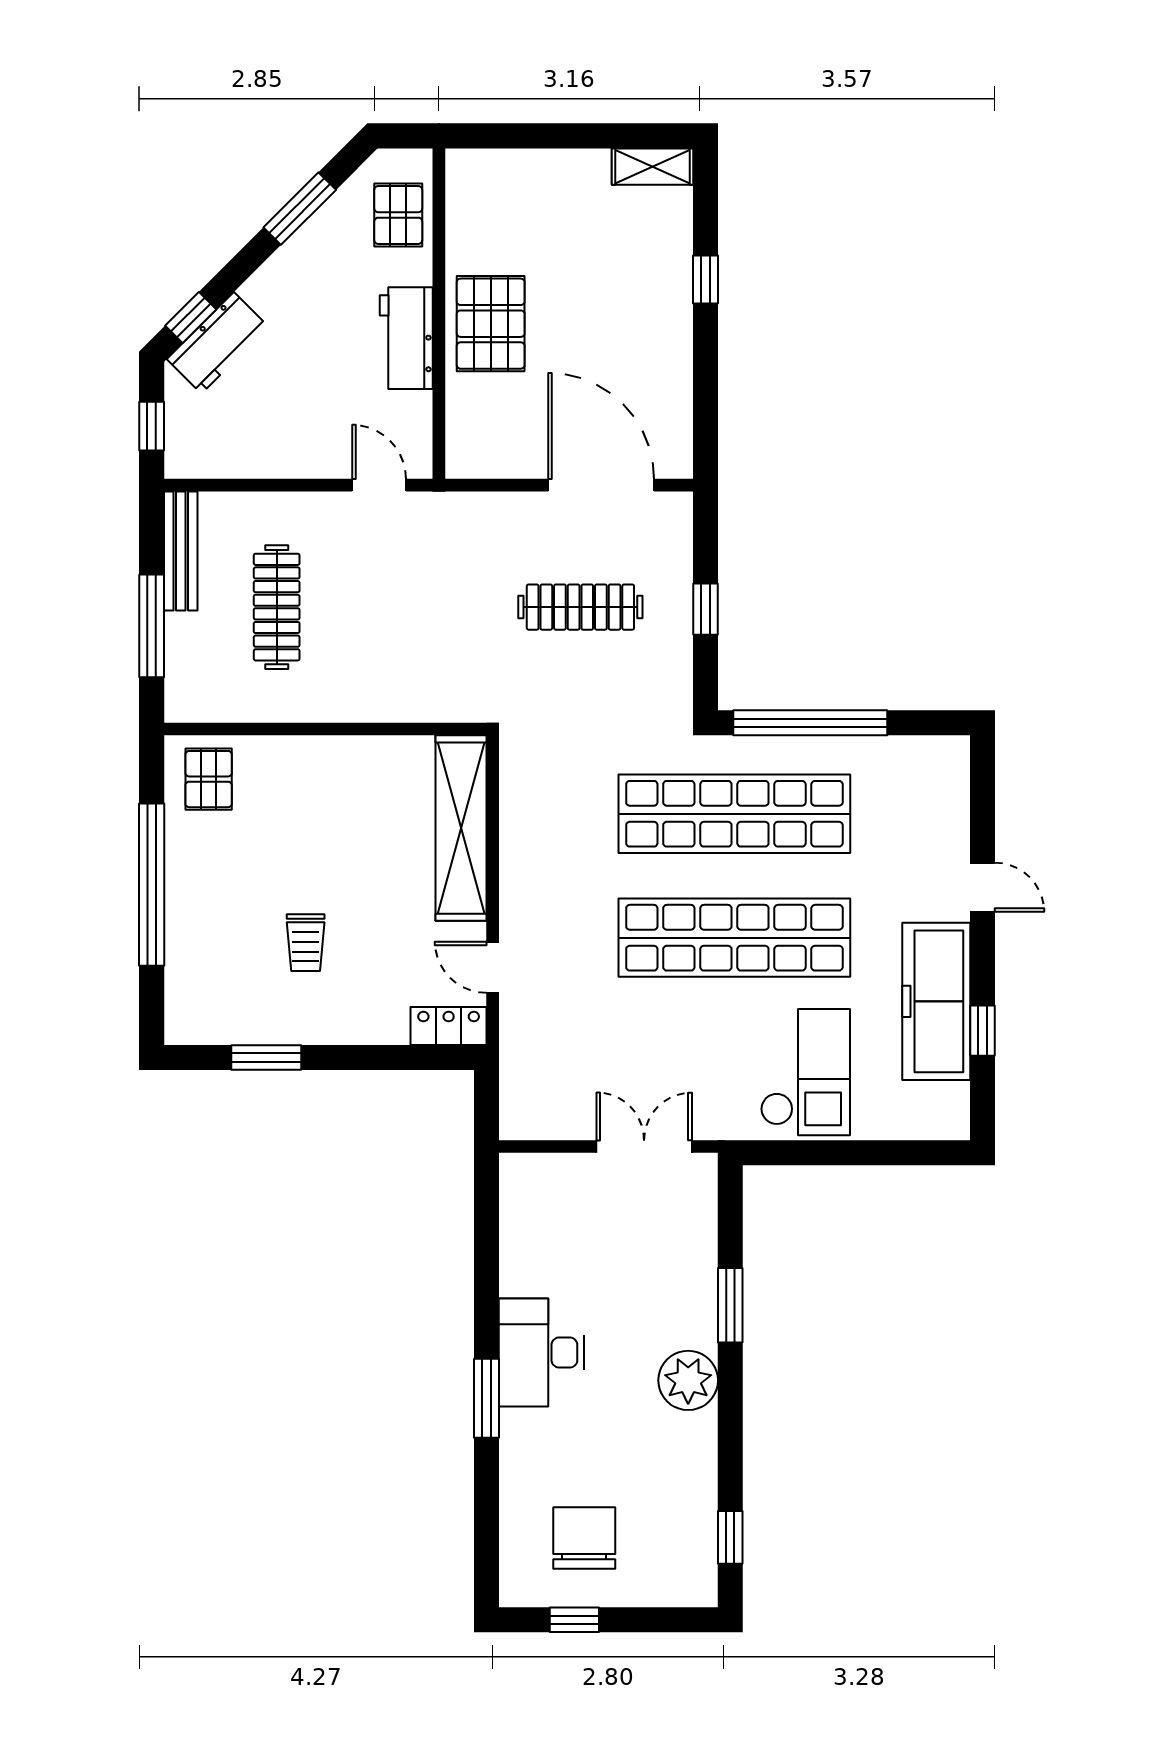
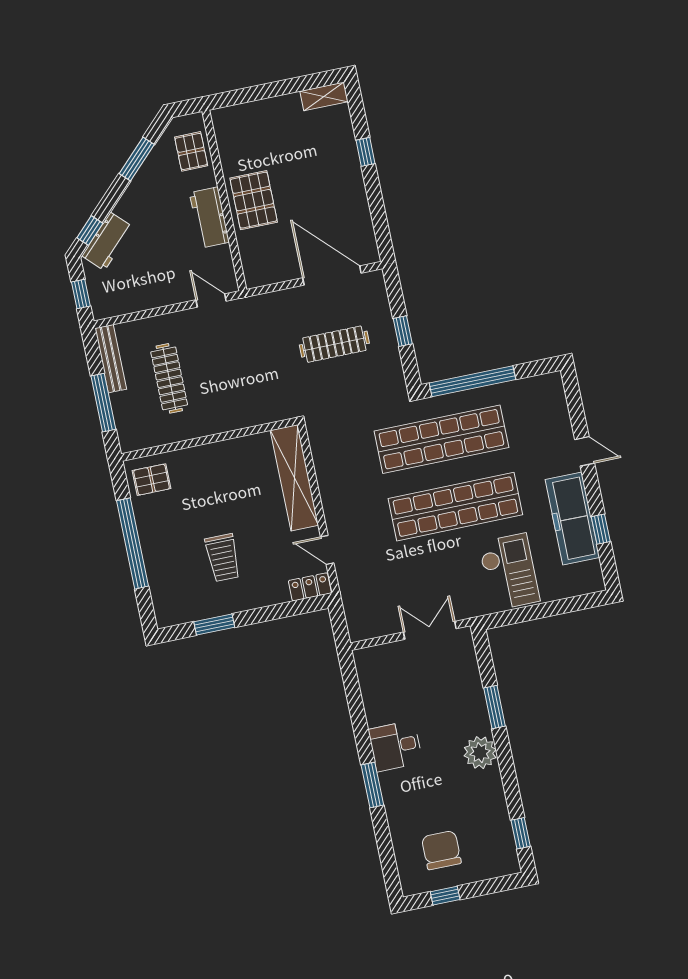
pallet: (209, 779) -> (152, 480), turned 90
trolley: (306, 943) -> (223, 558), width x1.36, depth x1.39
desk: (541, 1353) -> (395, 746), width x0.73

